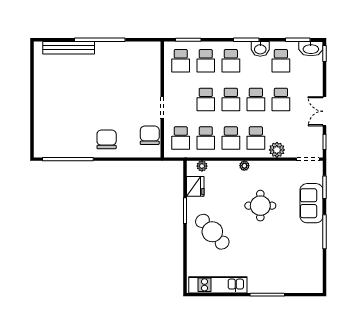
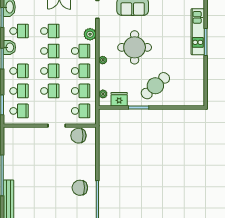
chair: (107, 139) -> (80, 188), moved
round table: (260, 206) -> (135, 47), width x1.36, depth x1.36
kitchen unit: (218, 285) -> (198, 32), moved

